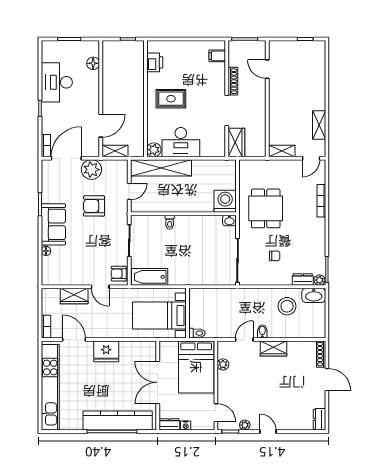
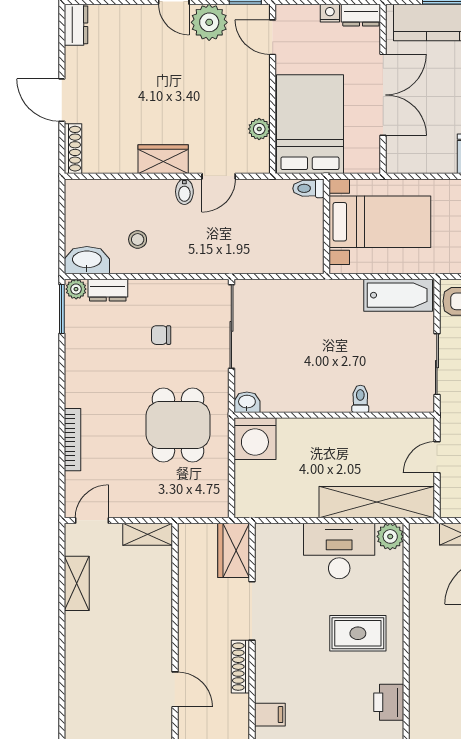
stool: (287, 306) -> (138, 239), width x0.53, depth x0.53
plant: (245, 425) -> (209, 22), width x1.88, depth x1.88

